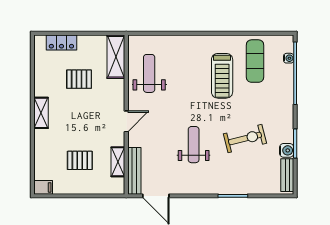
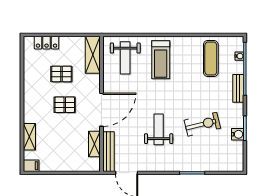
weight bench: (149, 73) -> (125, 58), moved, turned 180
treadmill: (222, 76) -> (161, 60), moved
shelving: (41, 113) -> (29, 137), moved
door: (126, 121) -> (102, 110), width x1.88
pallet: (80, 160) -> (65, 105), moved
bench: (287, 175) -> (238, 88), moved

